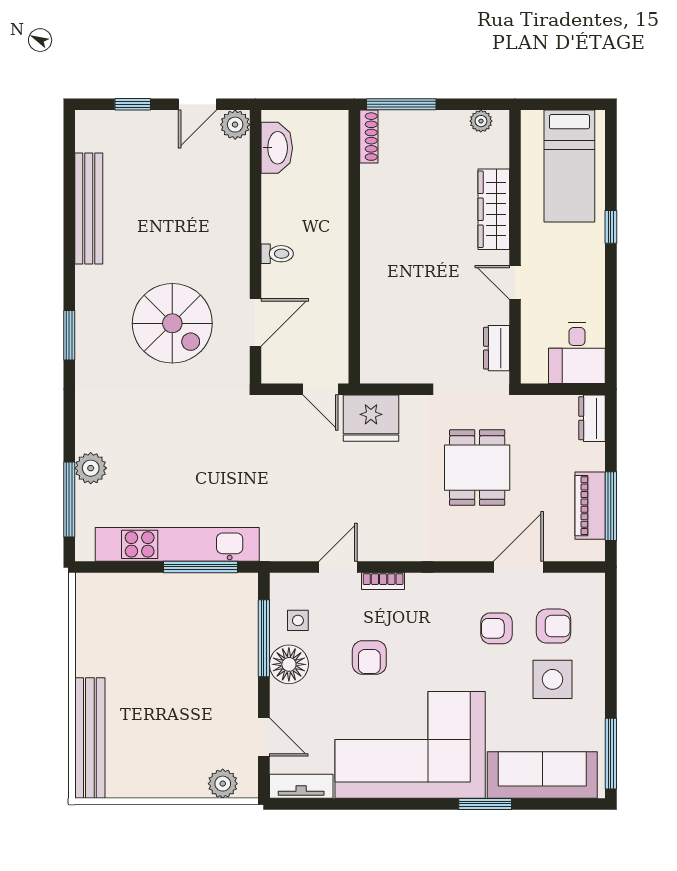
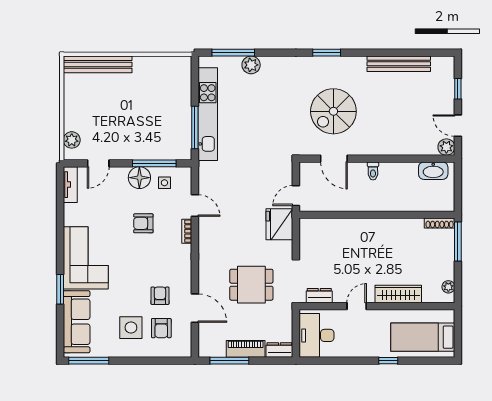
desk: (577, 353) -> (316, 335), width x1.37
piano: (590, 506) -> (246, 349), moved
corner sofa: (410, 745) -> (86, 258), width x0.73, depth x0.74

